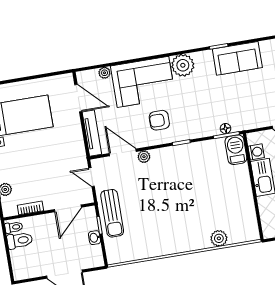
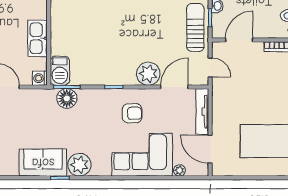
plant: (183, 65) -> (79, 165), moved
floor lamp: (226, 128) -> (67, 98), width x1.89, depth x1.89
door: (123, 152) -> (174, 87), swing flipped
washing machine: (256, 152) -> (40, 78), moved
plant: (144, 157) -> (148, 74), width x1.87, depth x1.87

